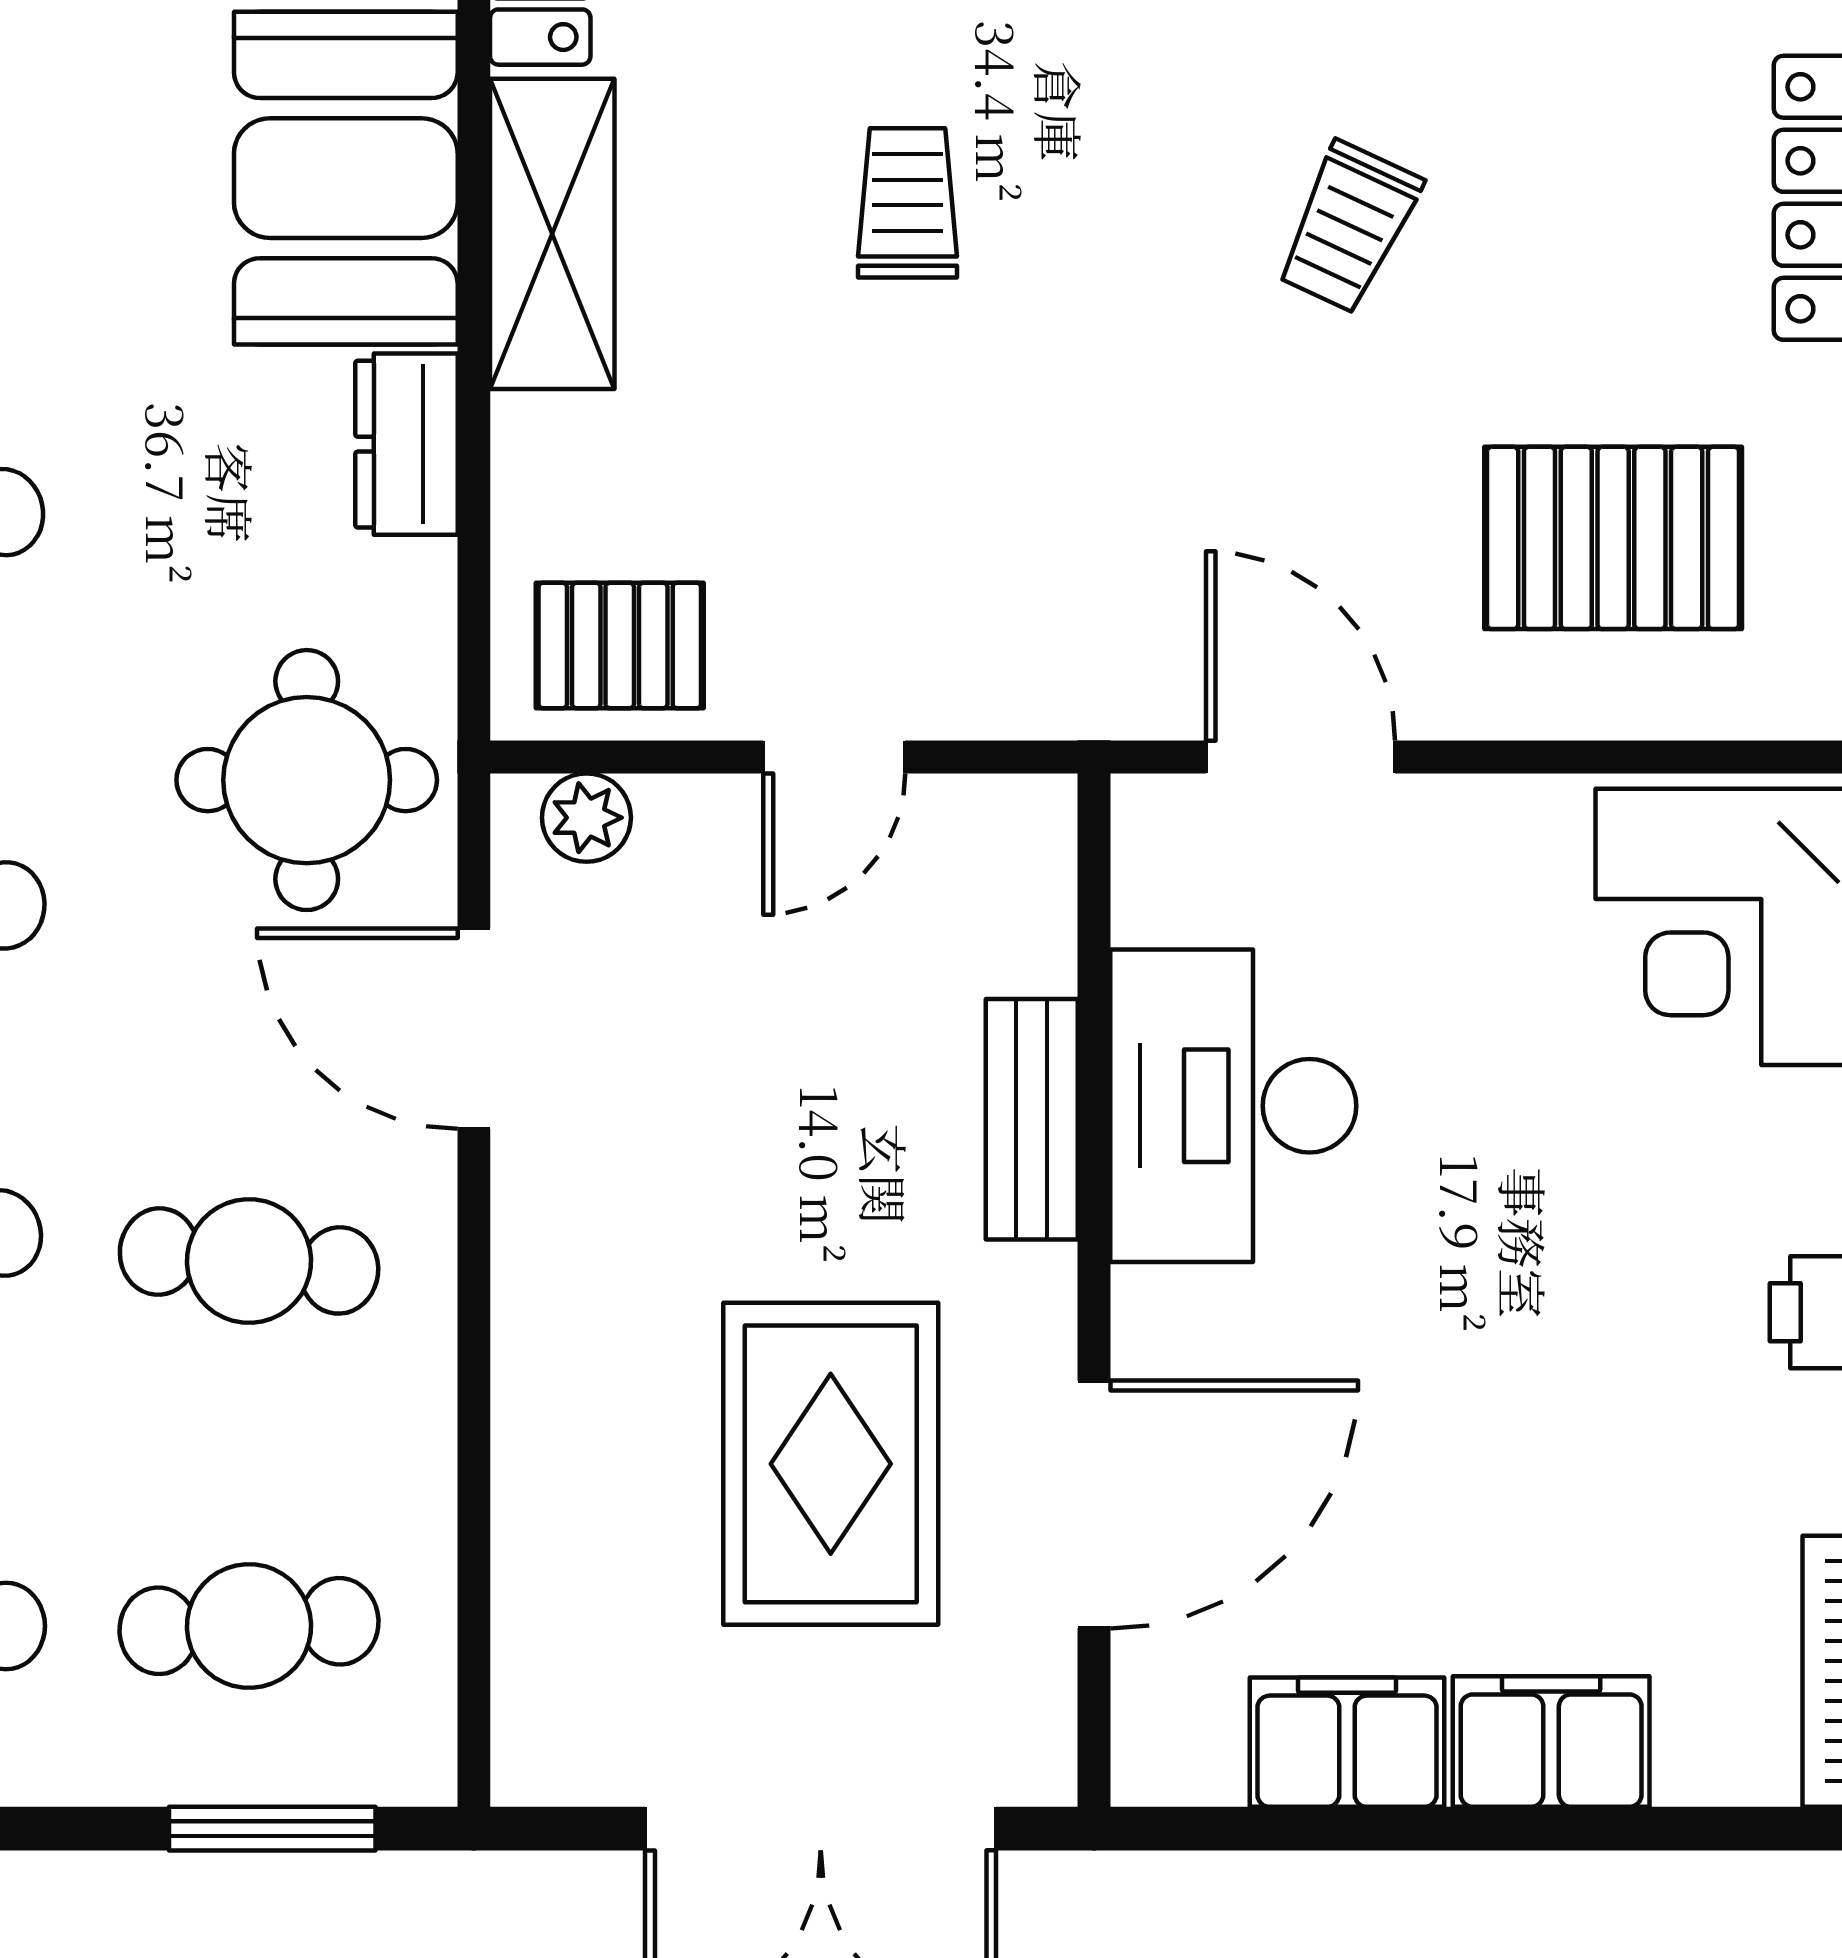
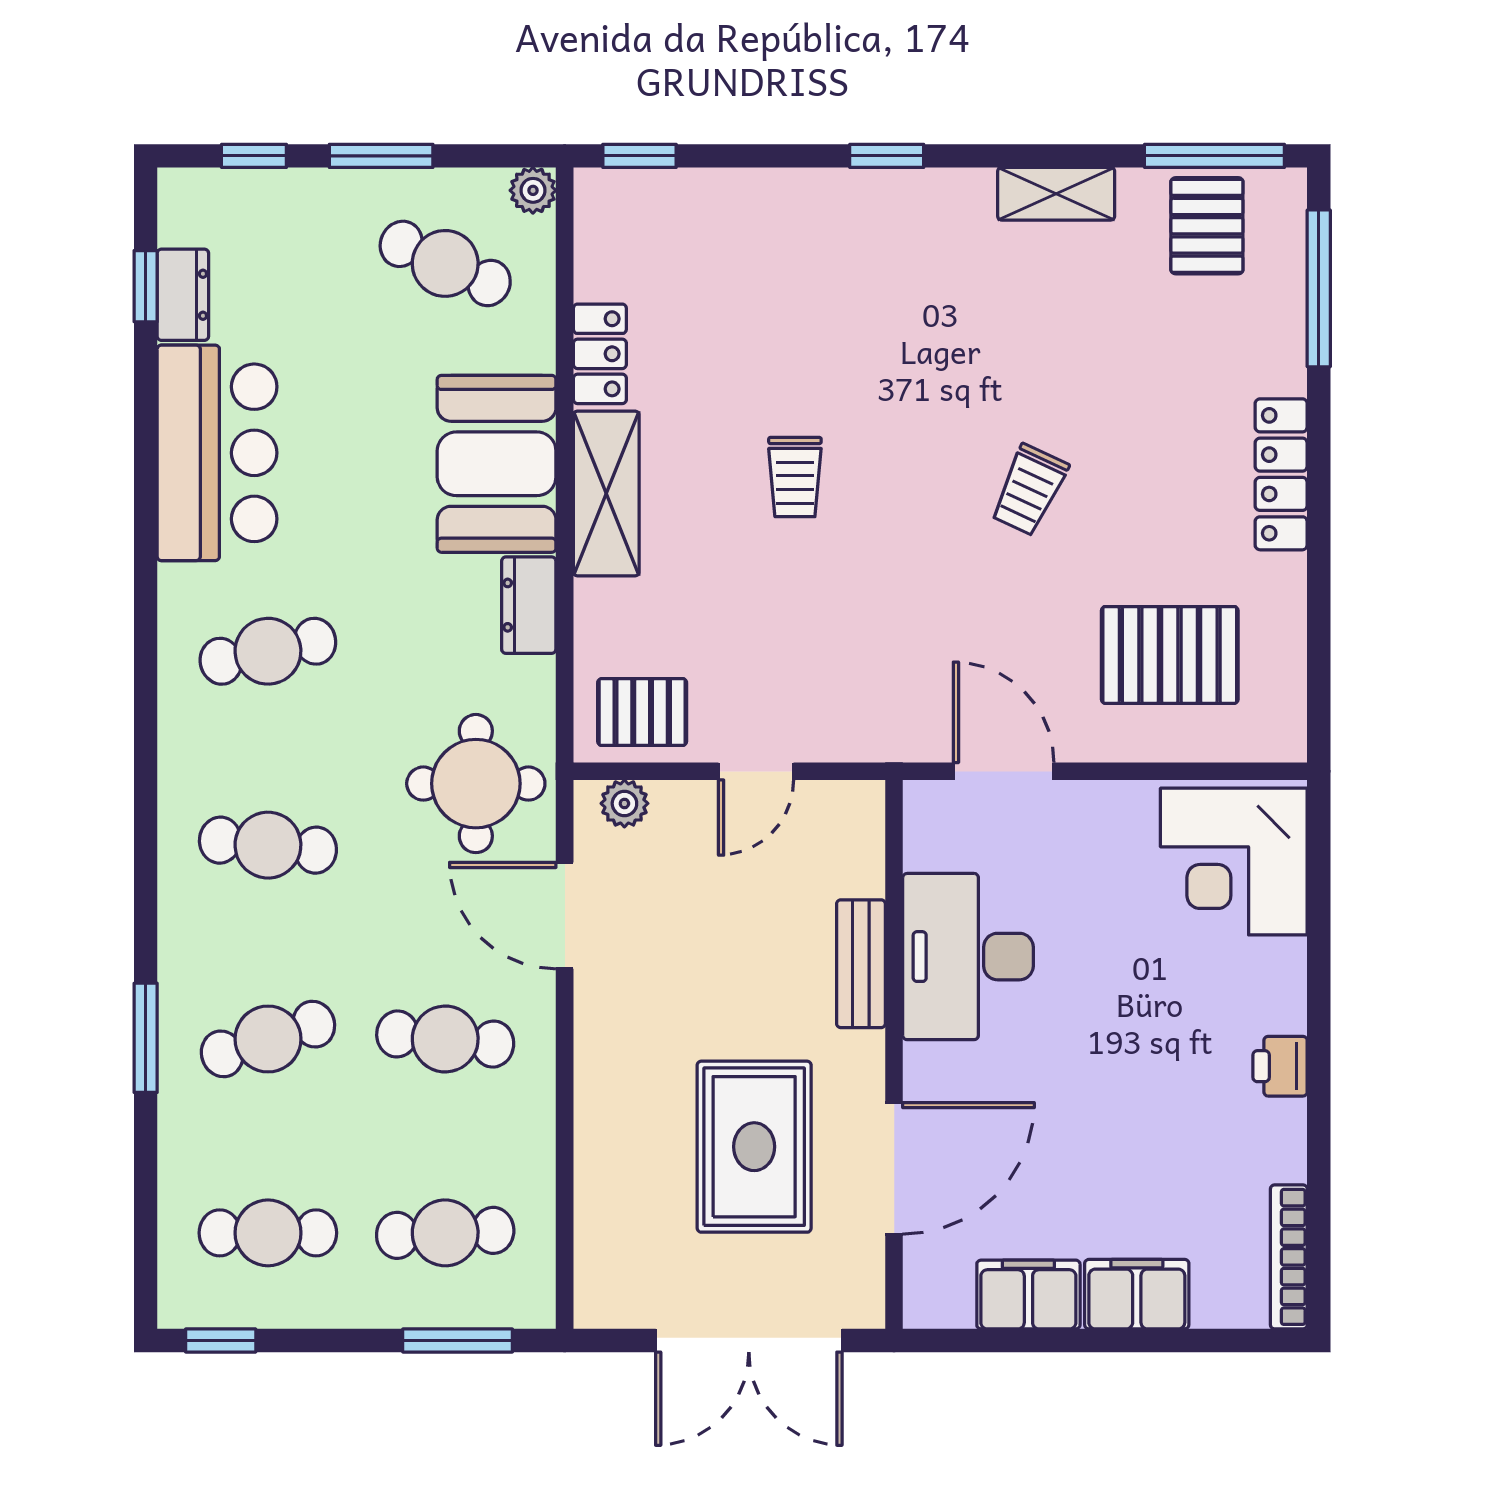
trolley: (907, 203) -> (795, 477), turned 180

